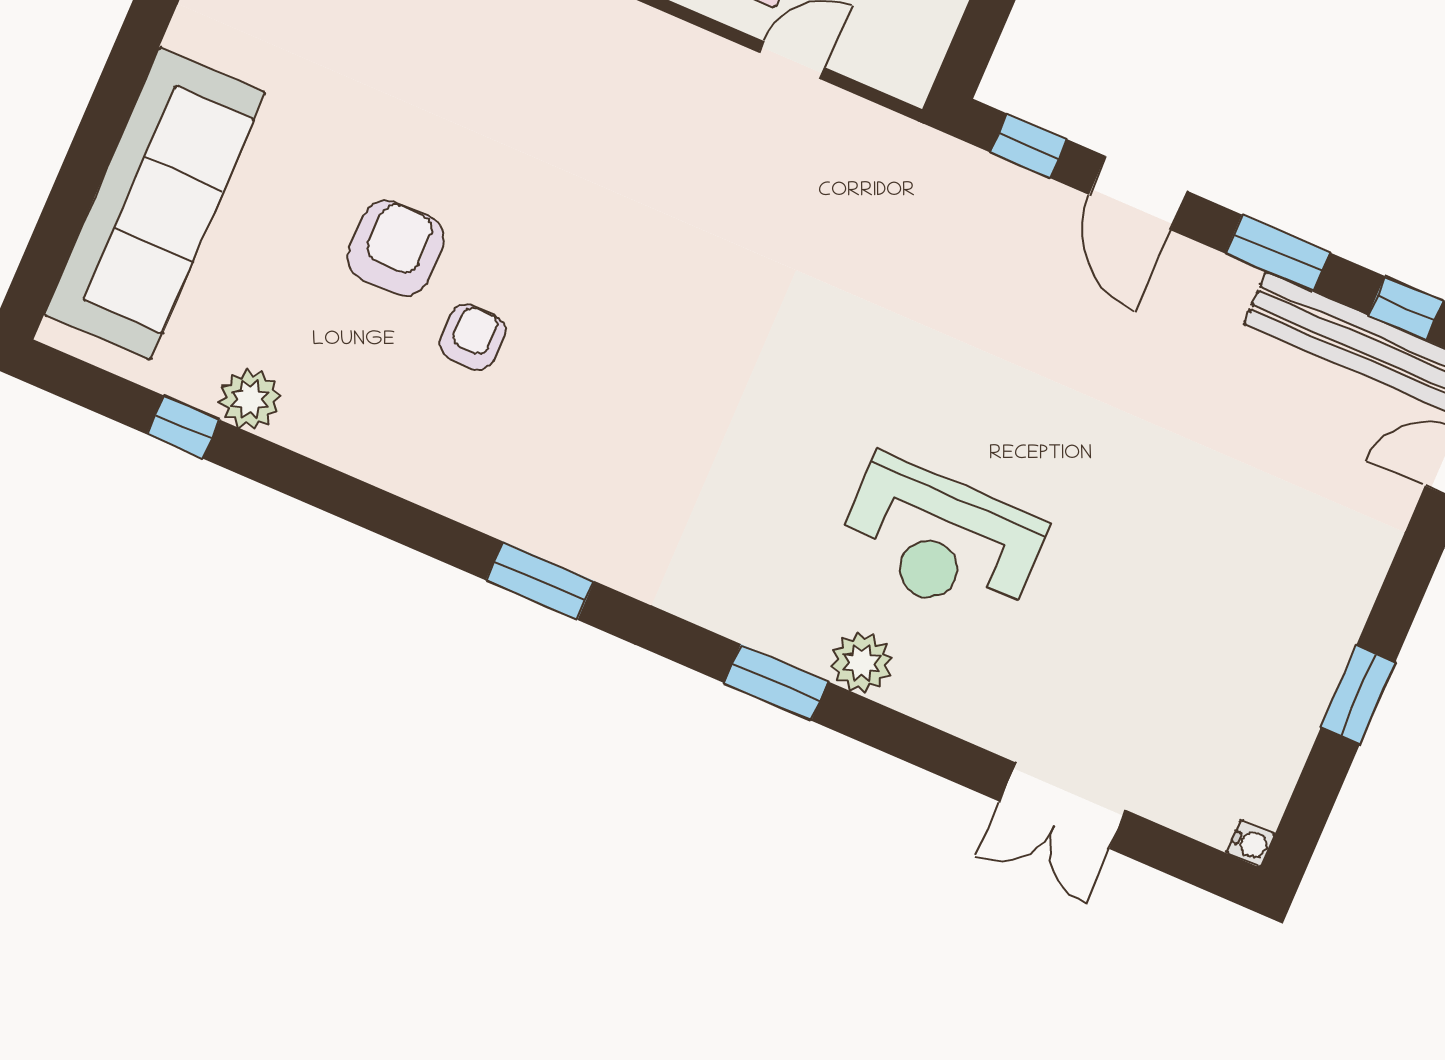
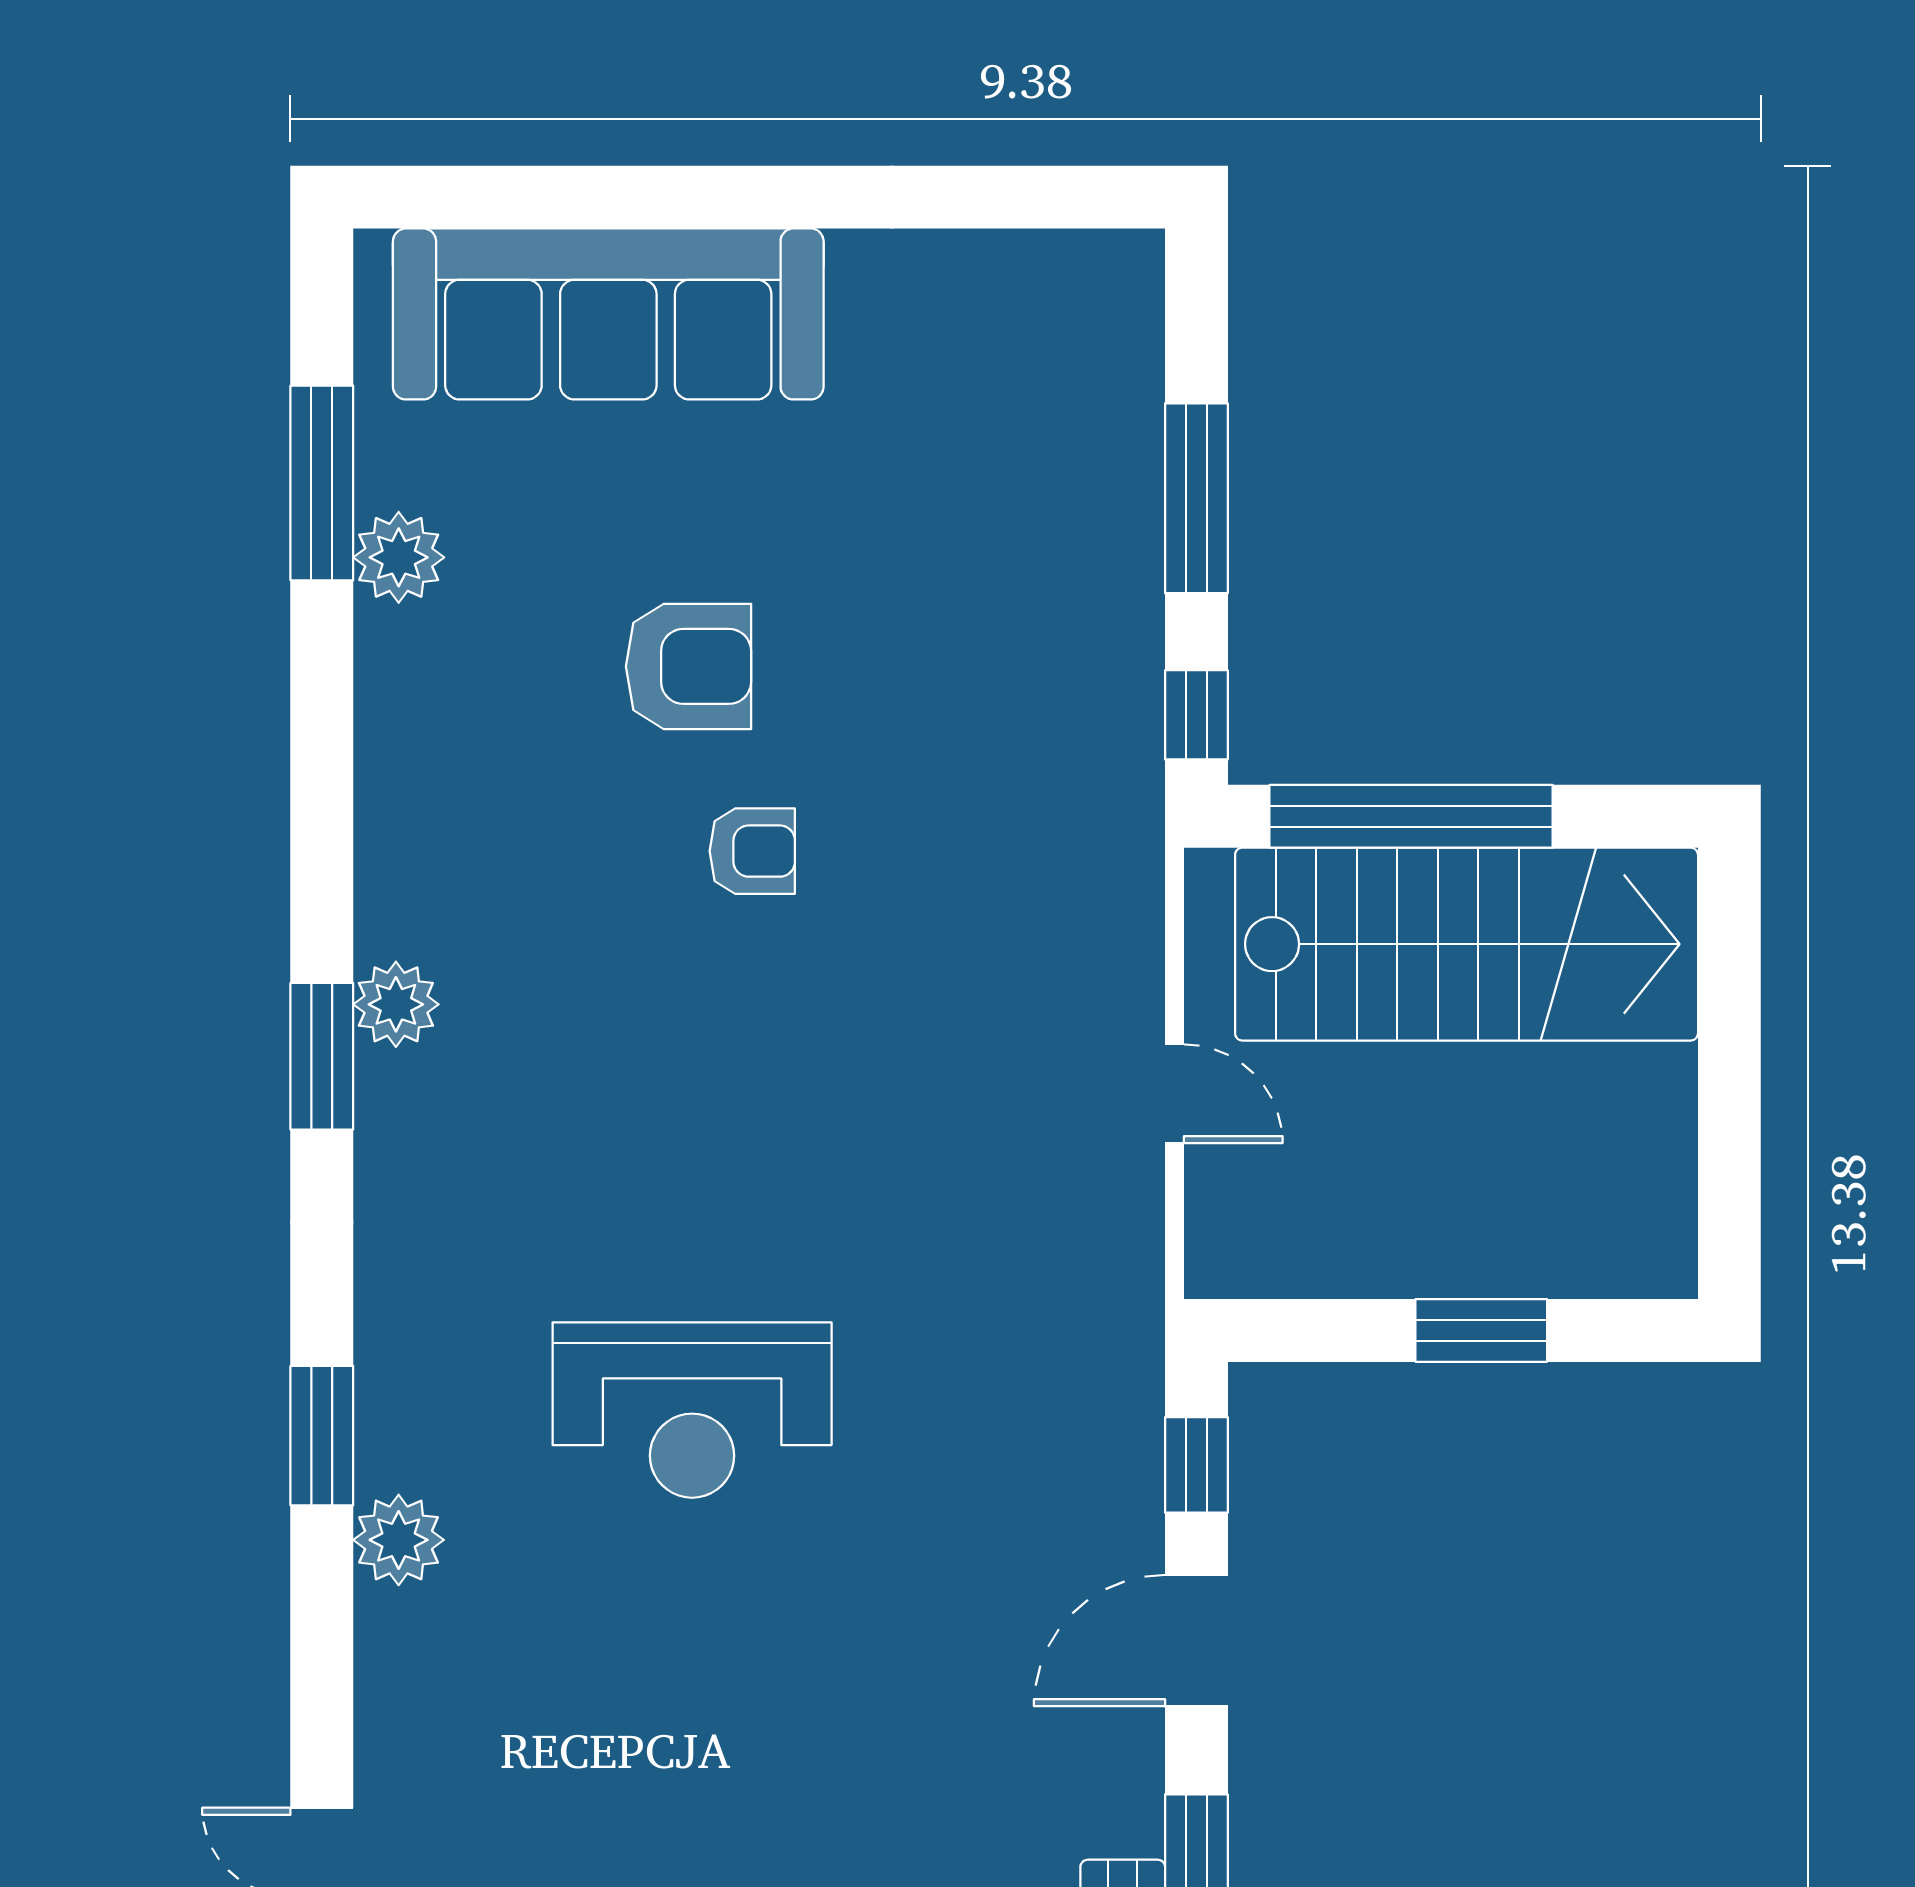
armchair: (473, 337) -> (752, 851), moved
window: (183, 427) -> (322, 483), width x2.17
plant: (528, 521) -> (396, 1004), added
reception desk: (941, 541) -> (692, 1410), moved, turned -90

